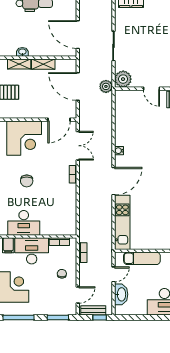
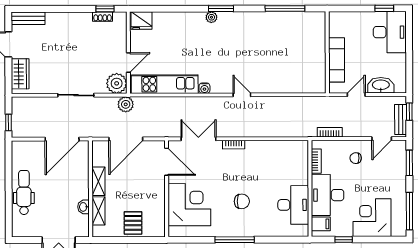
door: (151, 89) -> (128, 62), moved
door: (113, 181) -> (242, 95), width x0.53
kitchen unit: (122, 222) -> (165, 84), moved
door: (113, 274) -> (356, 95), hinge flipped
door: (78, 295) -> (382, 139), swing flipped

